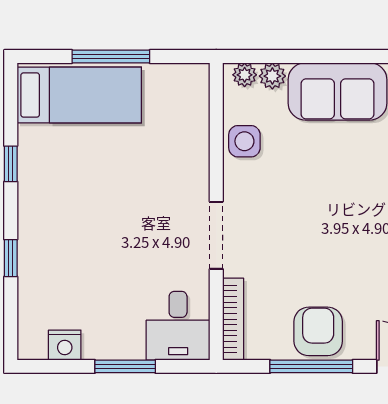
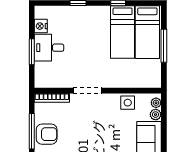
bed: (79, 153) -> (123, 32), added
desk: (178, 326) -> (49, 48), moved

